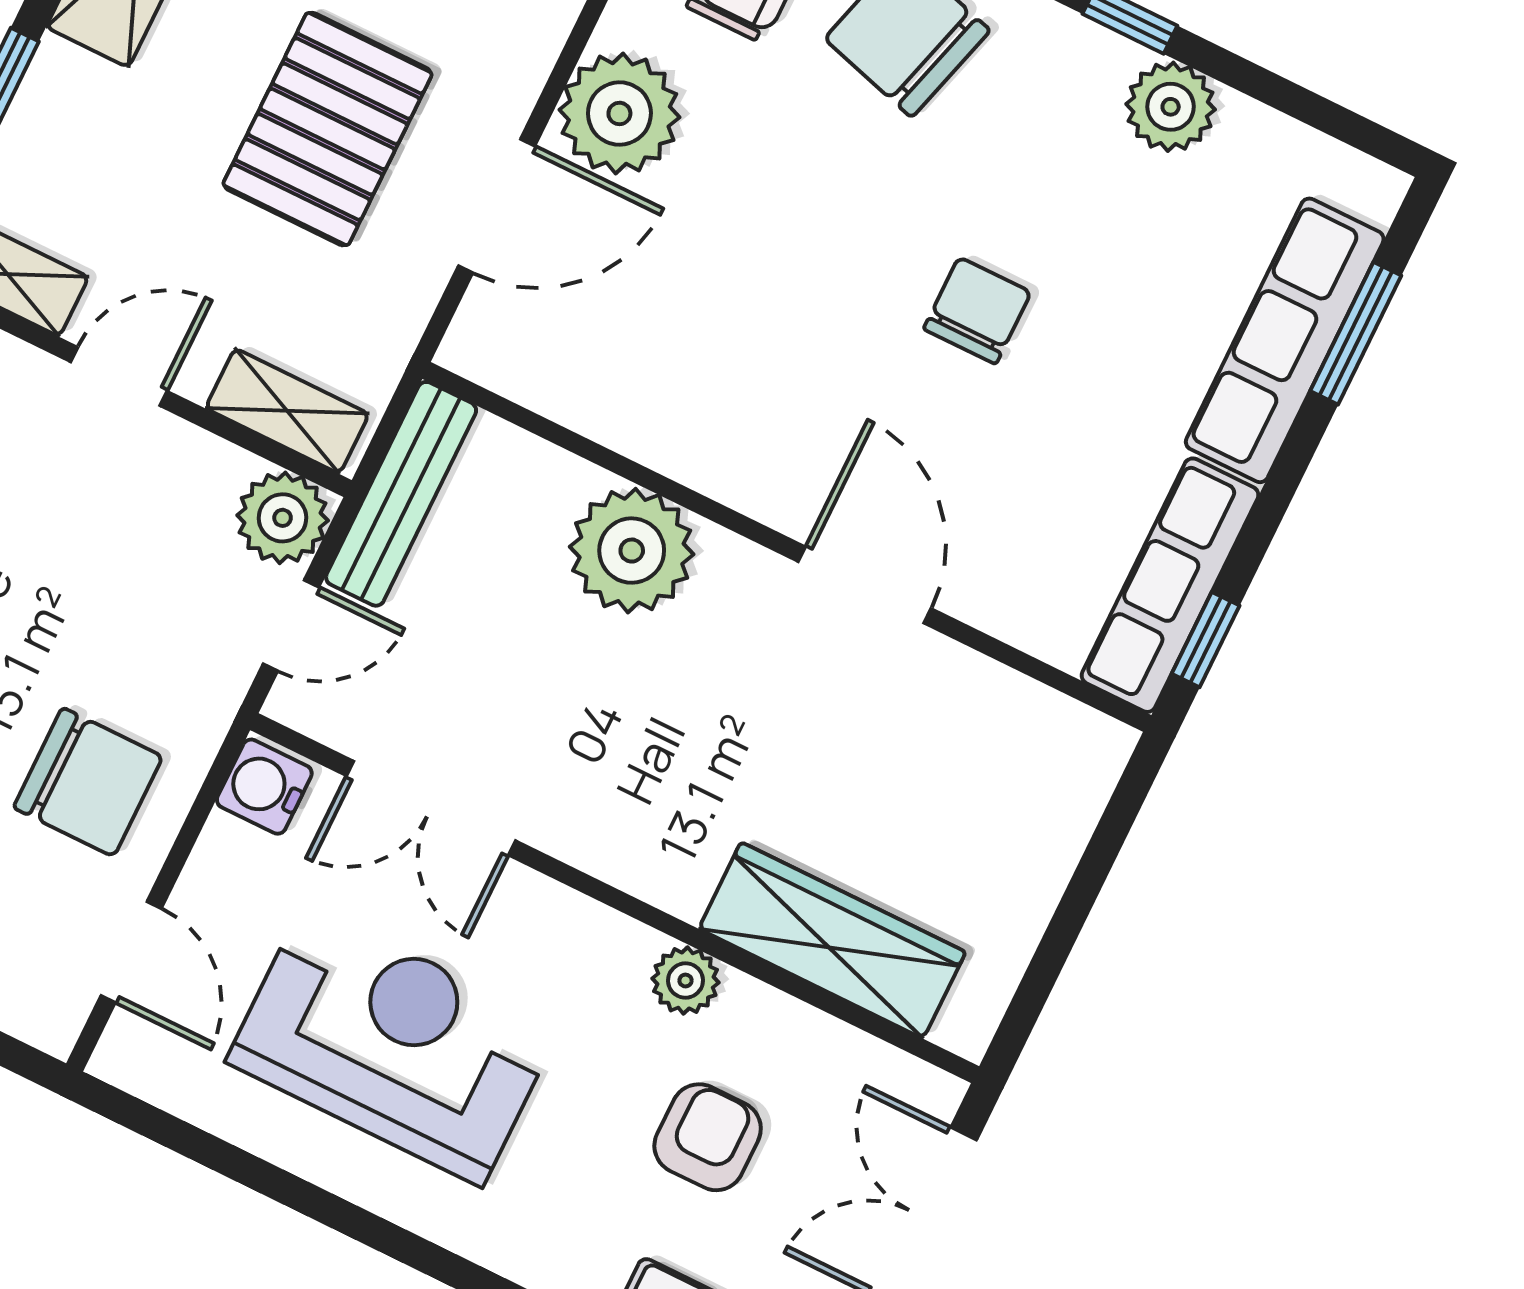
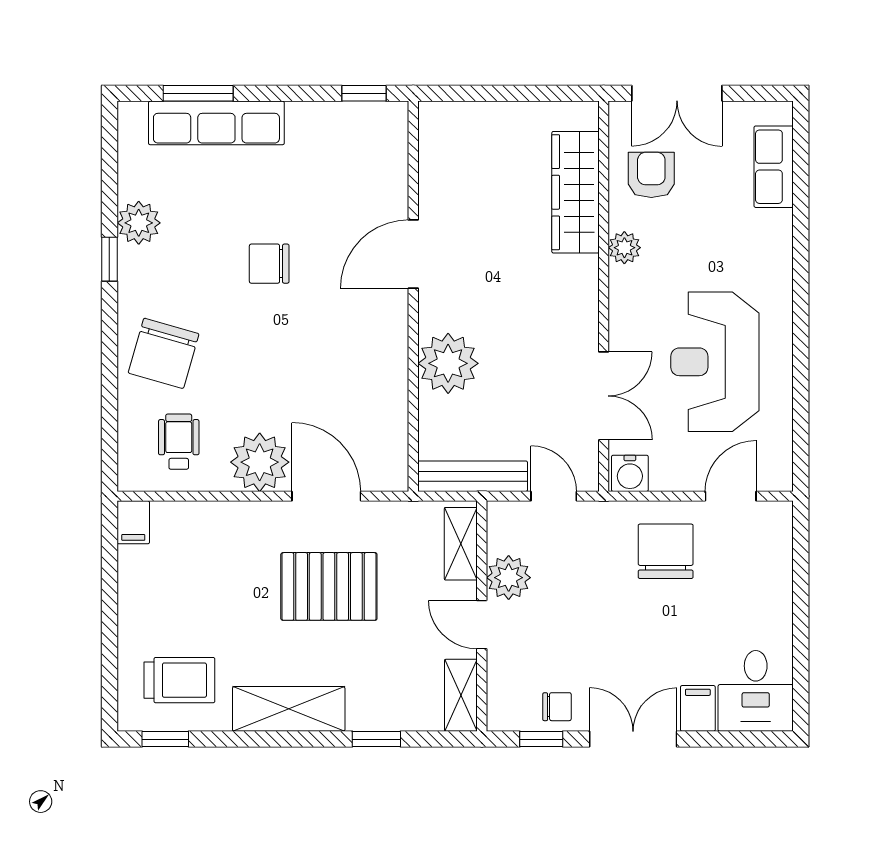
plant: (283, 518) -> (509, 578), moved
row of seats: (1170, 585) -> (348, 121), removed
armchair: (708, 1137) -> (651, 175), moved, turned 90

